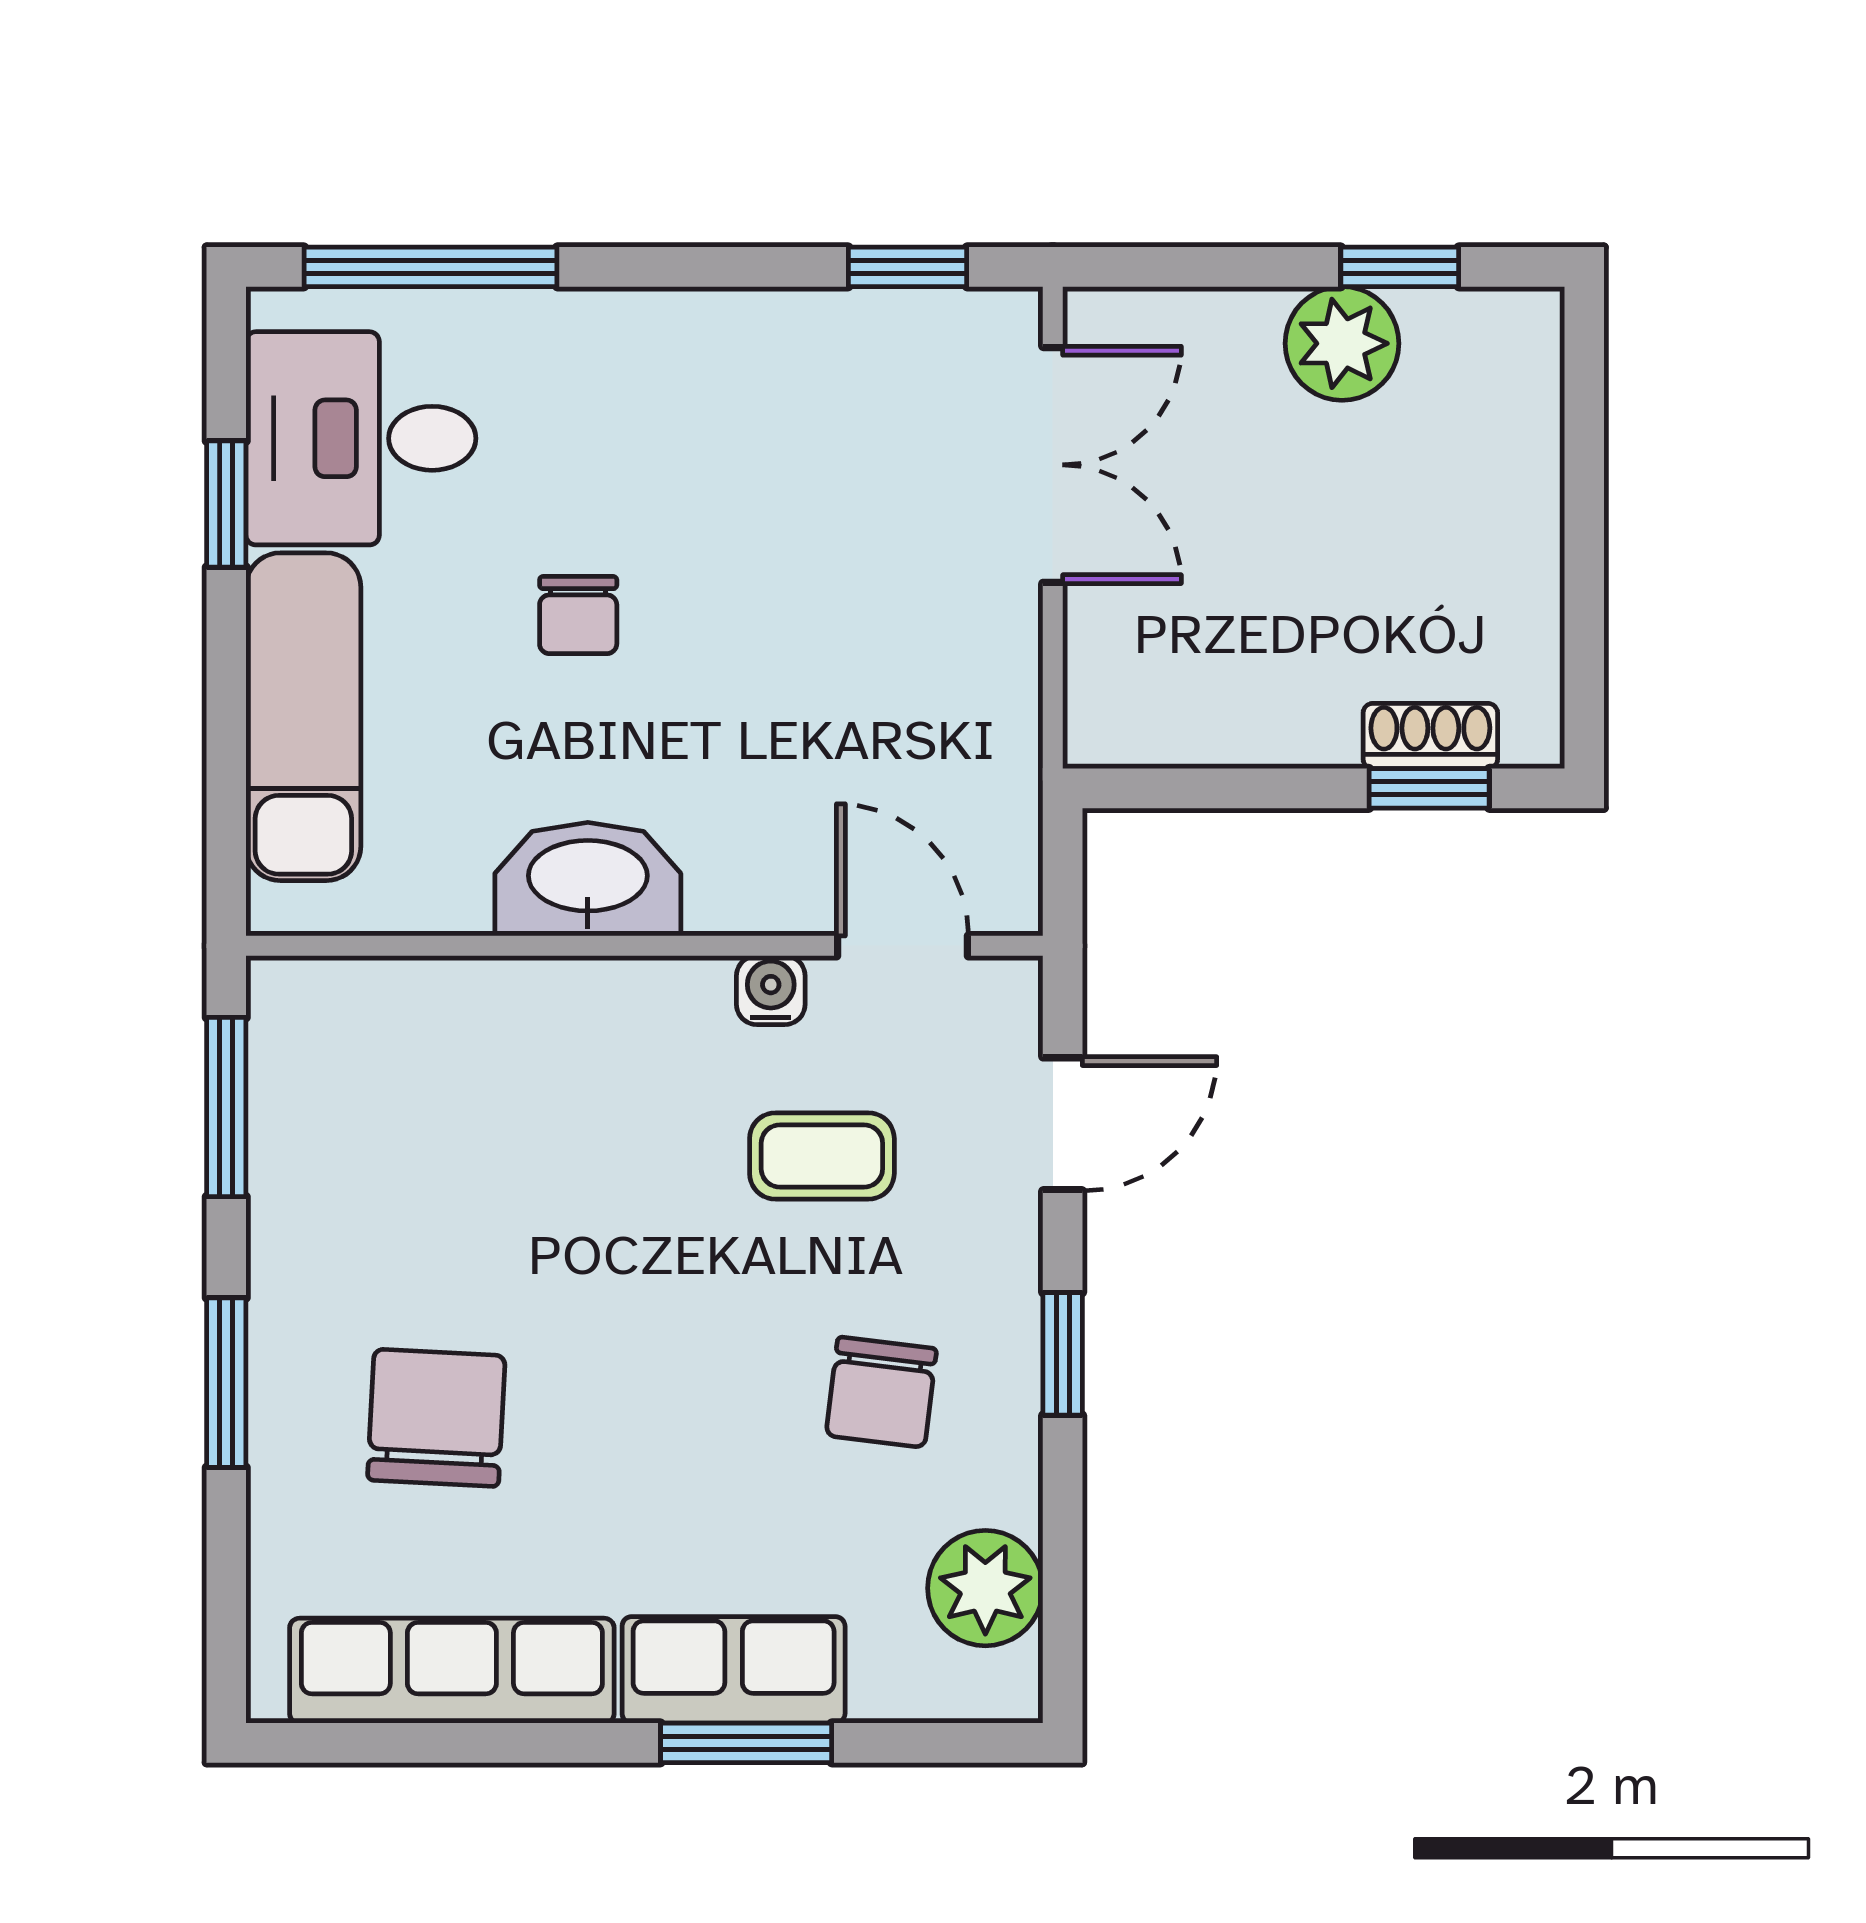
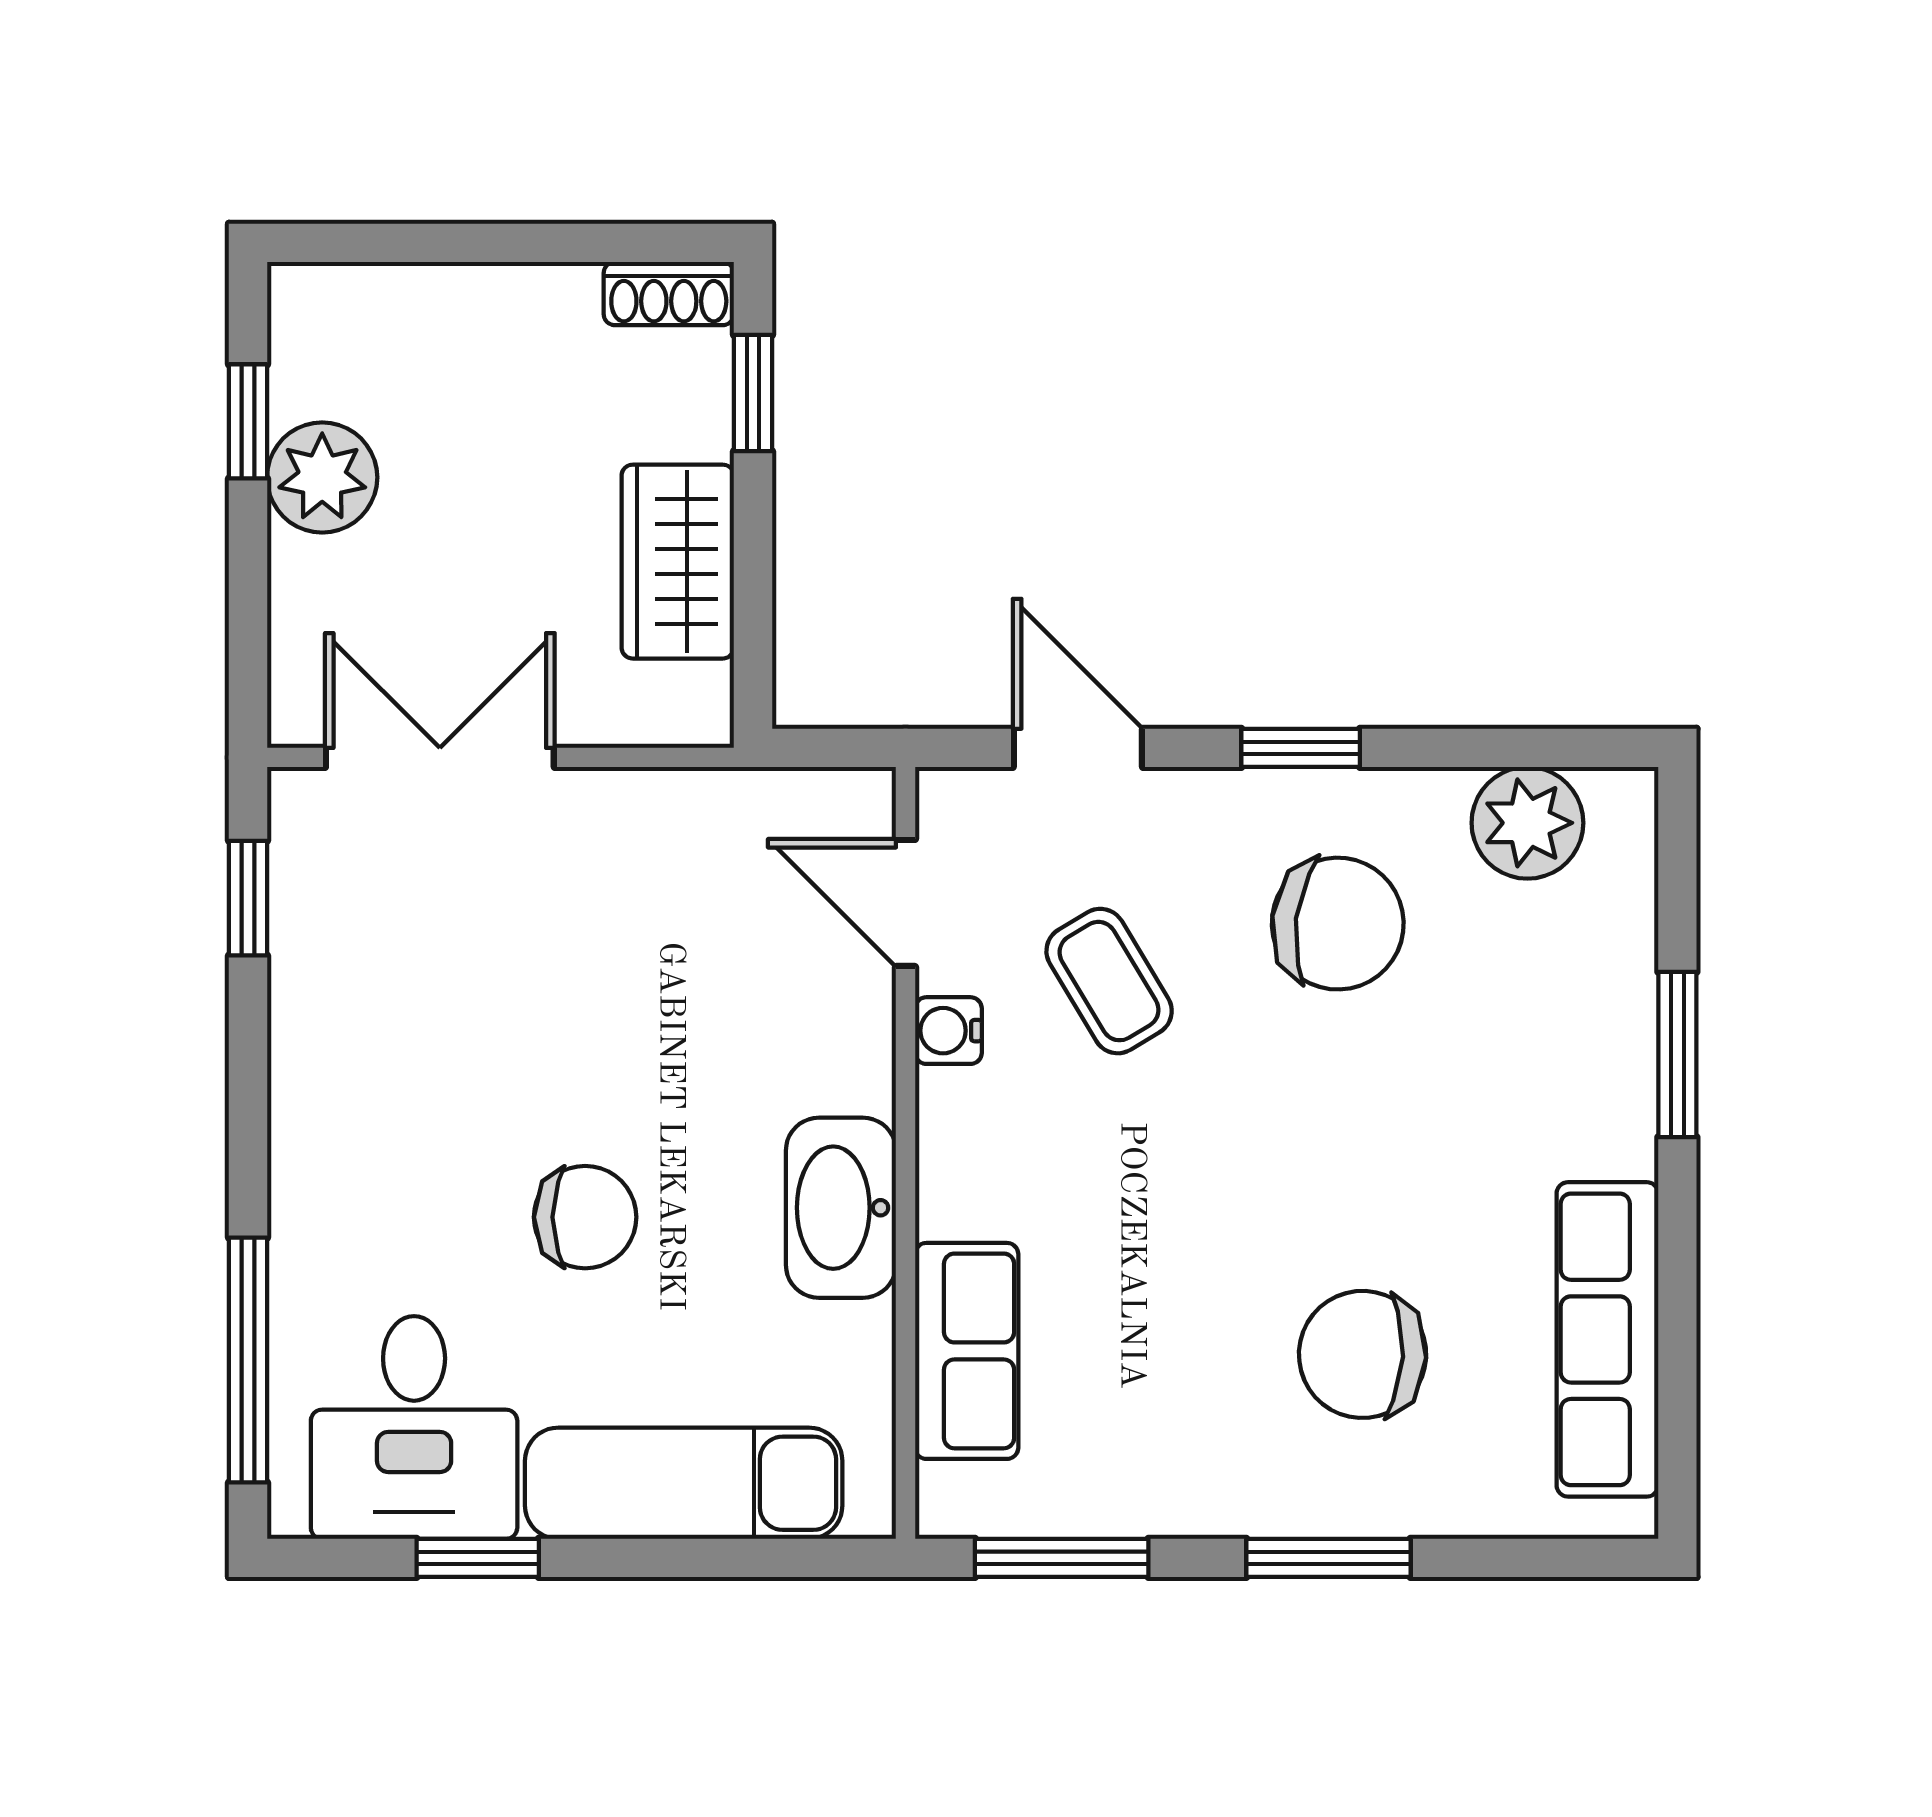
chair: (578, 615) -> (585, 1217), width x1.37, depth x1.37
wardrobe: (1255, 711) -> (678, 562), added
shoe rack: (1430, 736) -> (669, 294), moved, turned -90
door: (903, 946) -> (905, 903), hinge flipped
coffee table: (822, 1156) -> (1109, 981), turned -31
chair: (881, 1392) -> (1338, 924), width x1.37, depth x1.37
row of seats: (734, 1670) -> (967, 1351), moved, turned 180

